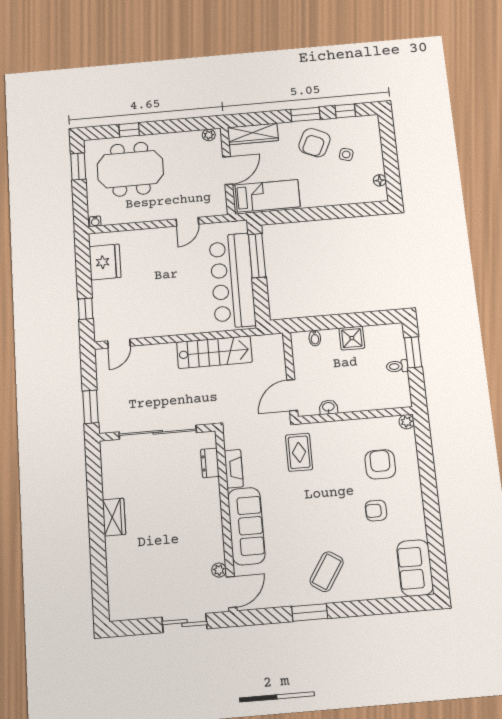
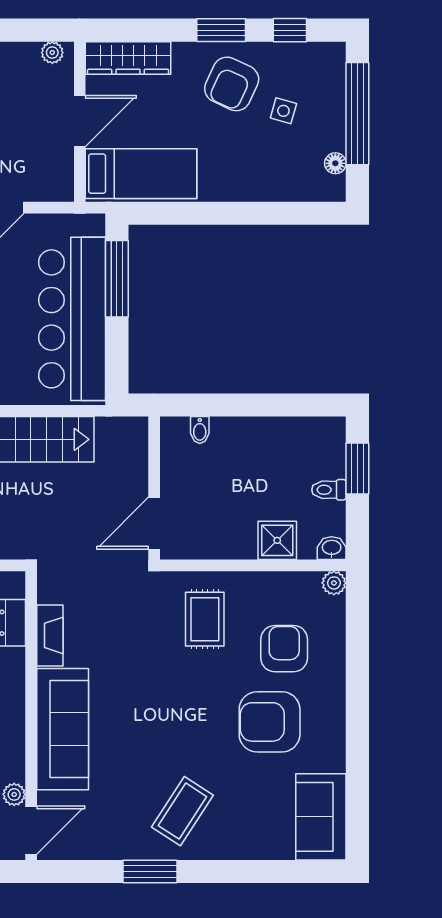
window: (390, 152) -> (357, 114), added
shower: (352, 338) -> (277, 540), moved
washbasin: (328, 407) -> (332, 548), moved
rug: (299, 452) -> (205, 619), moved
armchair: (376, 511) -> (270, 722), width x1.88, depth x1.88

